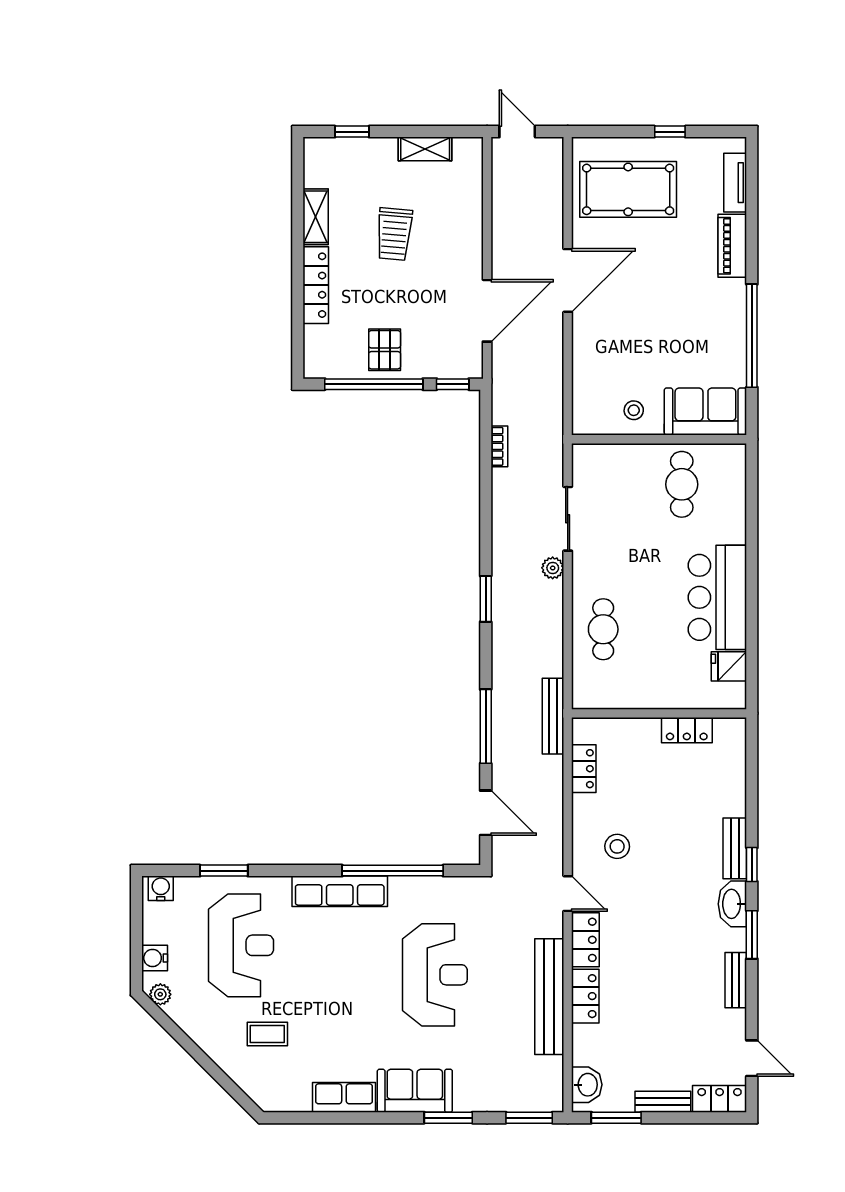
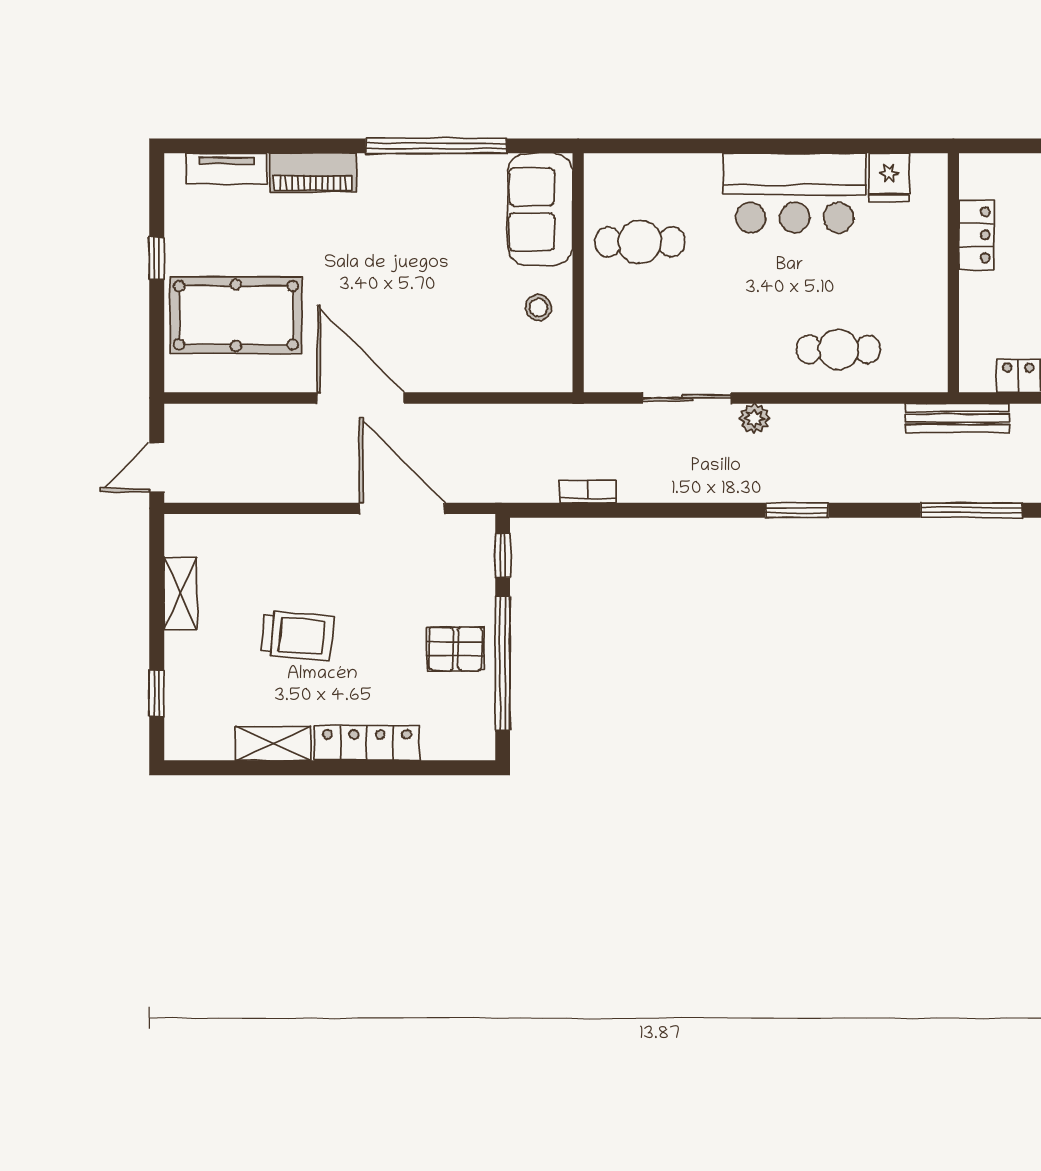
pool table: (628, 189) -> (236, 315), turned 90

